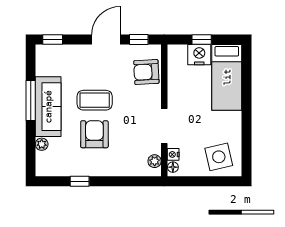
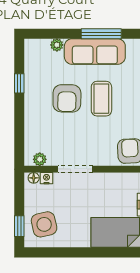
armchair: (94, 134) -> (67, 98), turned 91
window: (220, 181) -> (19, 226), added

